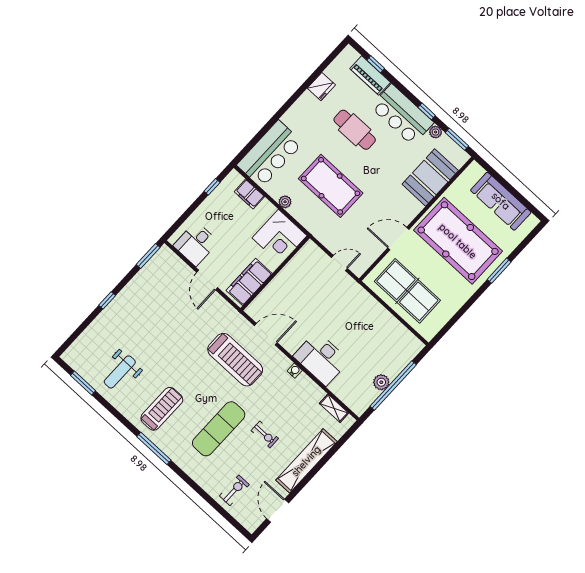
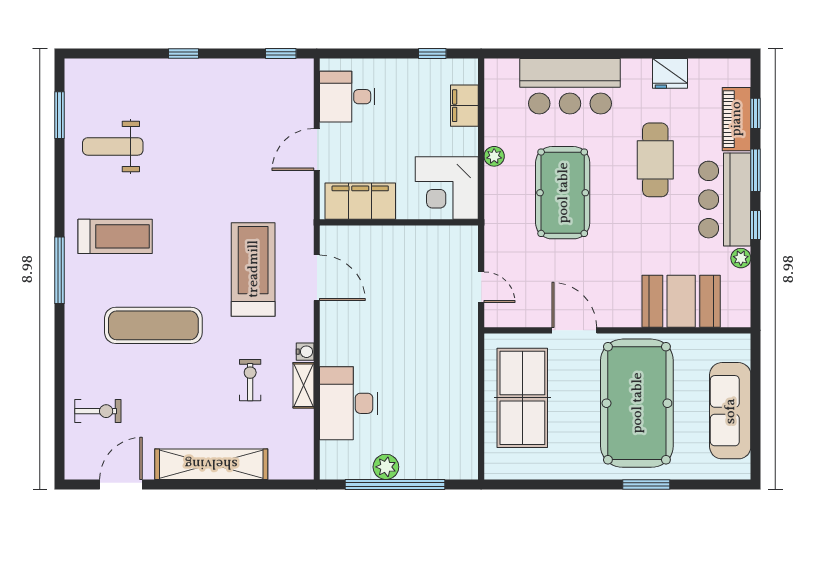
window: (457, 139) -> (756, 170), moved
bar counter: (270, 154) -> (570, 86), moved
window: (148, 256) -> (281, 54), width x0.67
desk: (321, 358) -> (348, 403), moved
treadmill: (235, 360) -> (253, 269), turned 180
shelving: (334, 408) -> (304, 385), moved
exercise bike: (265, 435) -> (250, 380), moved, turned 180

